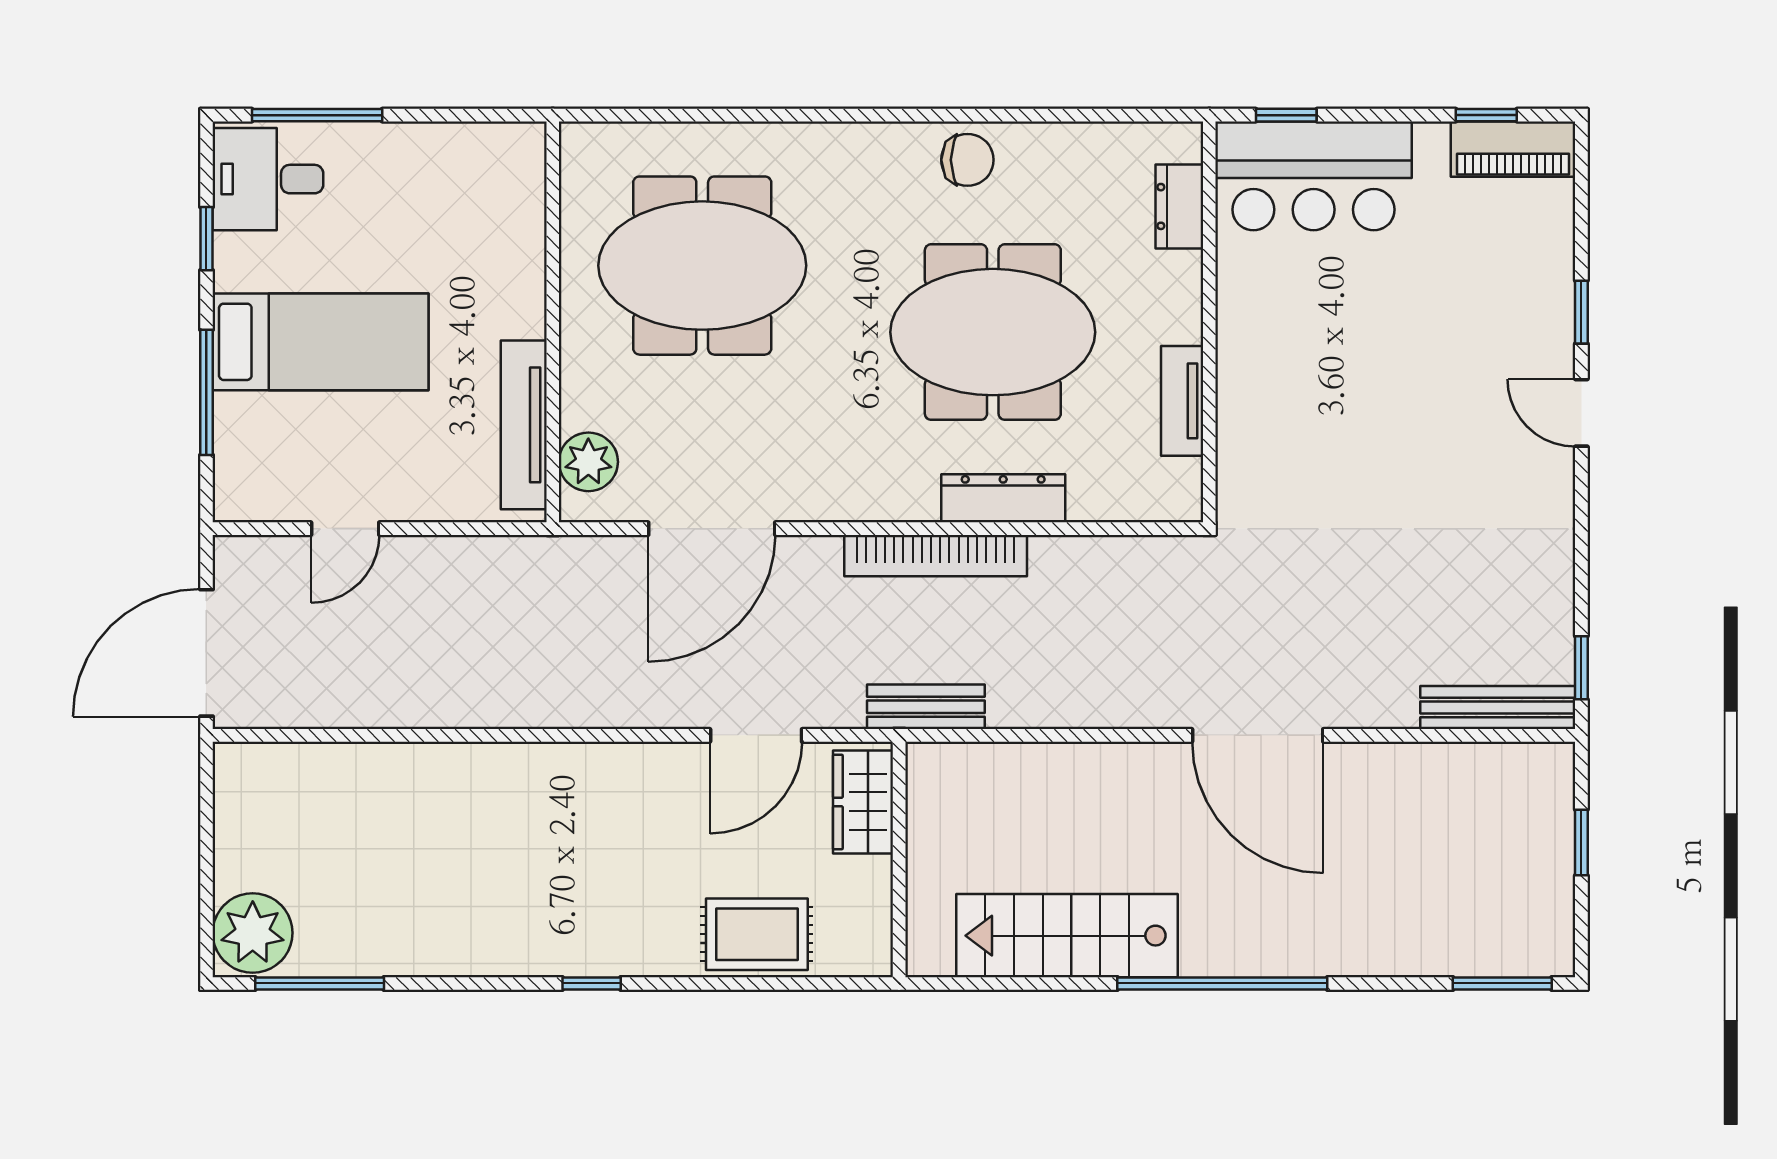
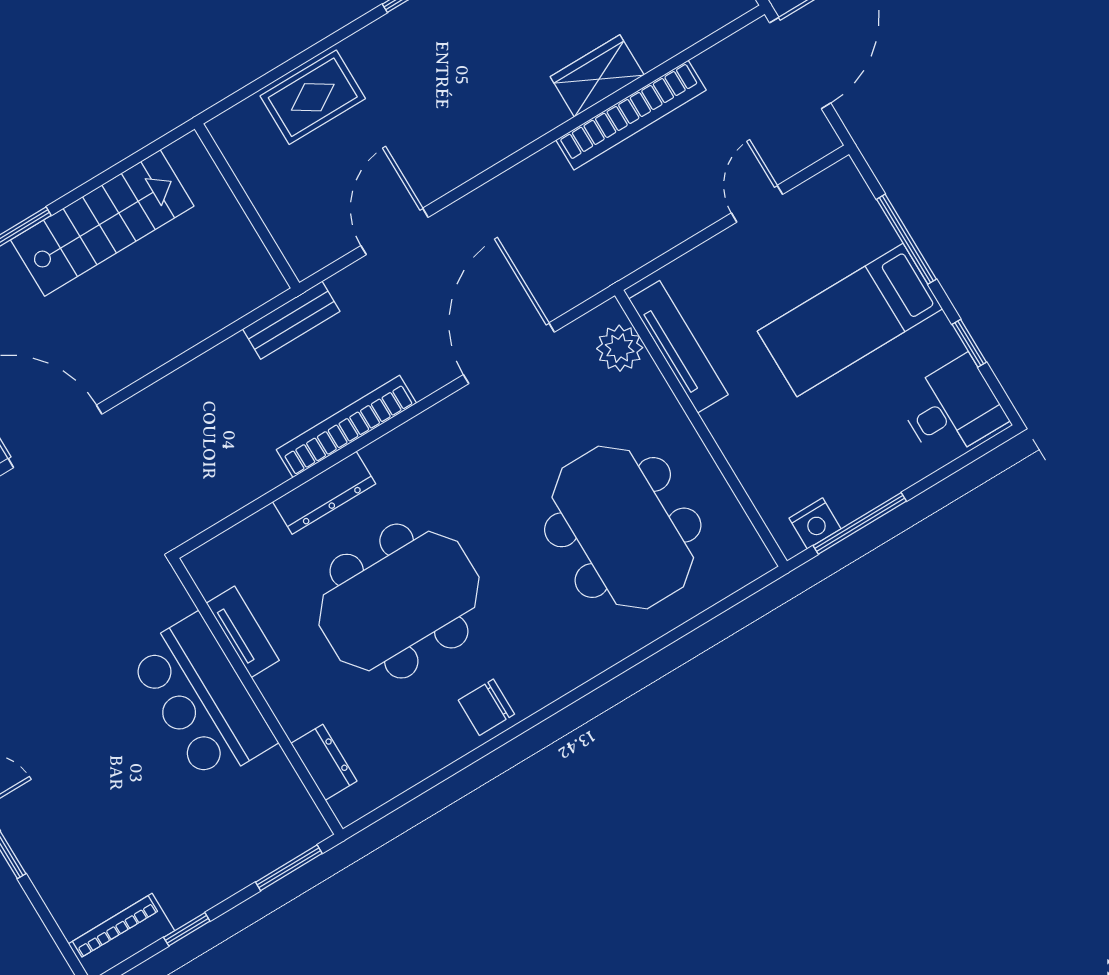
window: (317, 115) -> (860, 523), moved
window: (1286, 115) -> (289, 868), width x1.50
window: (1486, 115) -> (187, 929), moved
nightstand: (491, 144) -> (815, 523), added
bar counter: (1314, 176) -> (202, 699), moved, turned -90
meeting table: (702, 266) -> (623, 527), turned 90
bookcase: (424, 707) -> (631, 115), added
wardrobe: (863, 802) -> (597, 76), moved, turned -90

